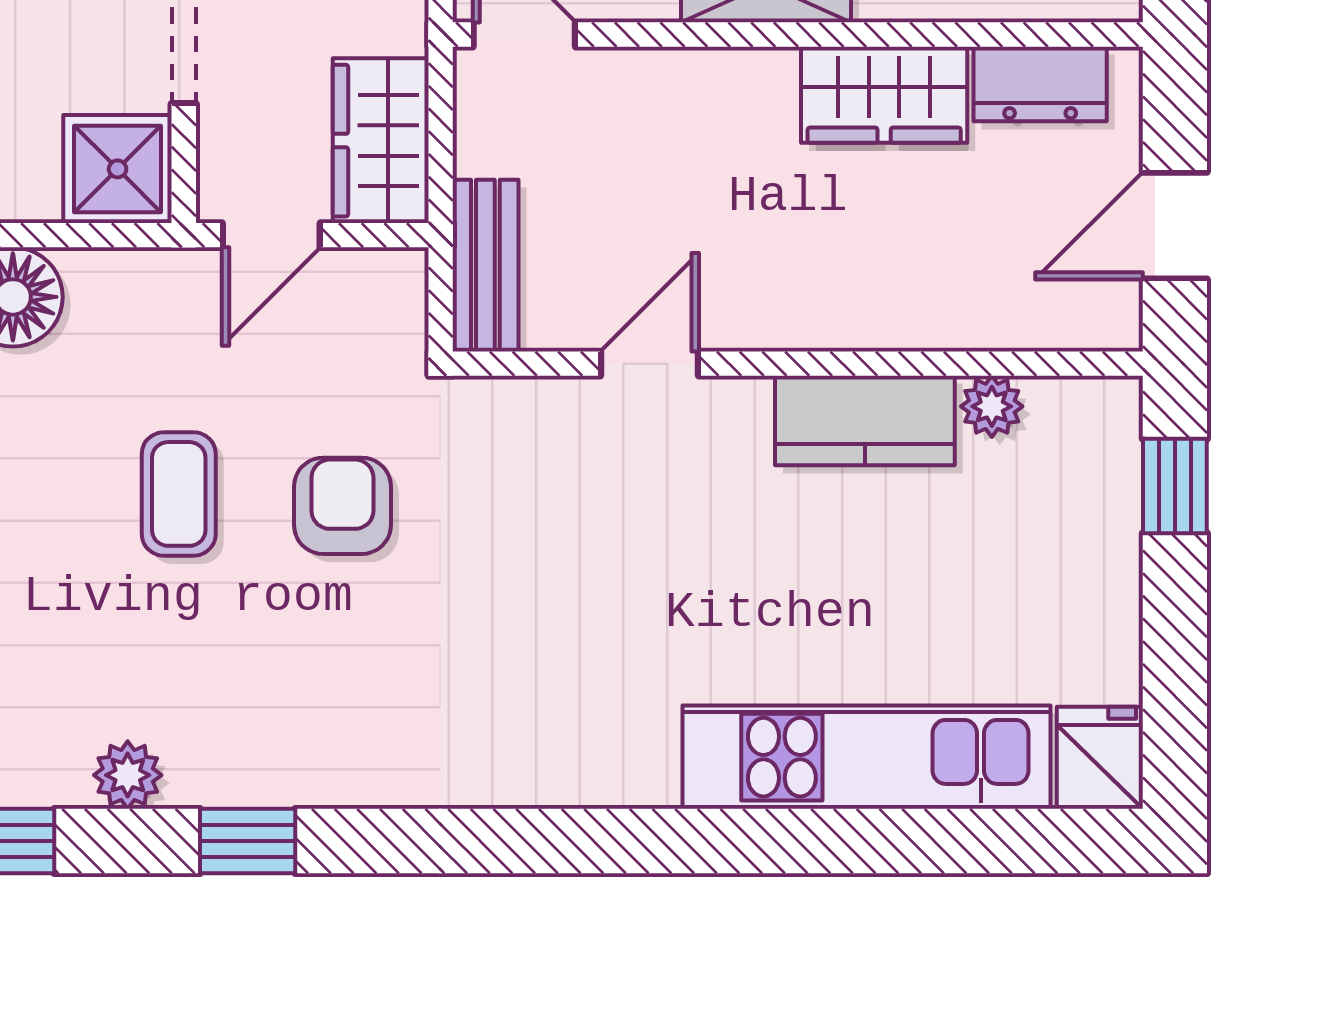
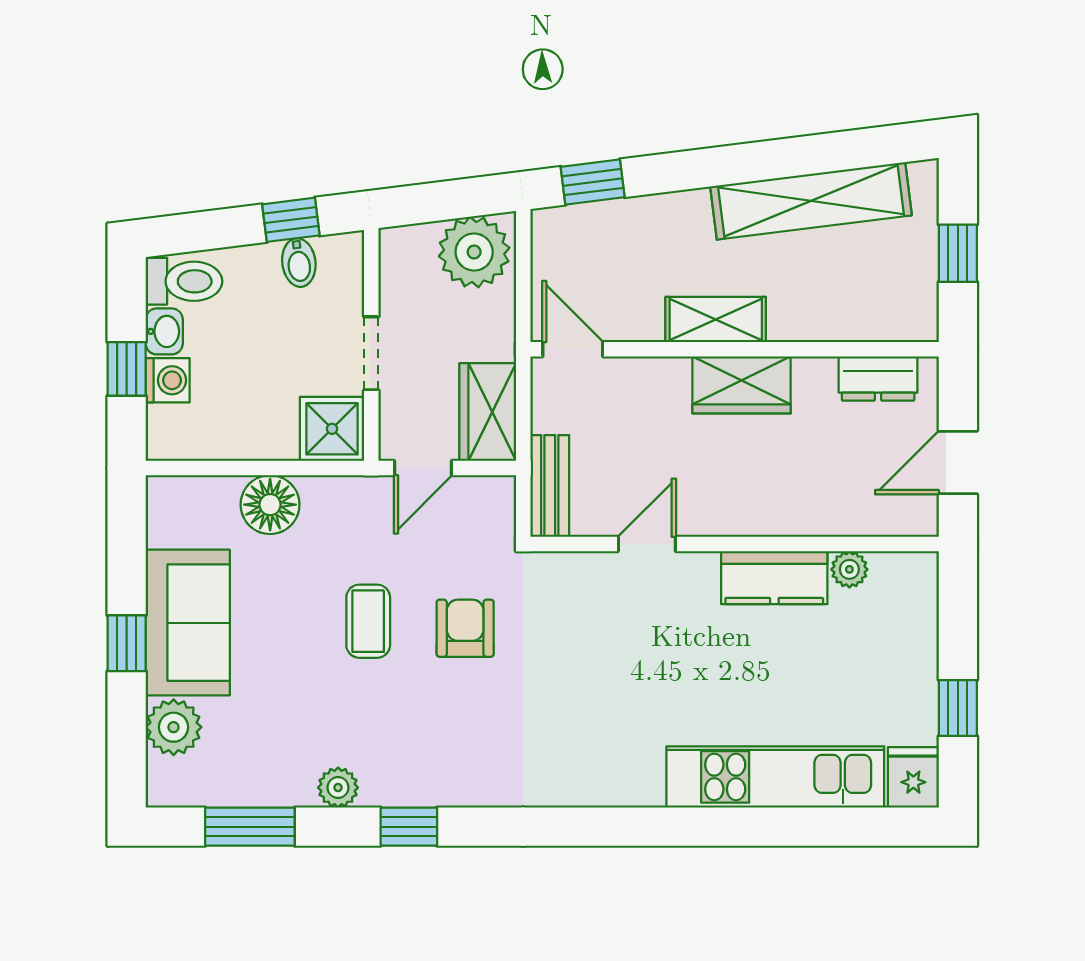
wardrobe: (884, 95) -> (742, 385), moved
window: (1175, 486) -> (958, 708), moved

